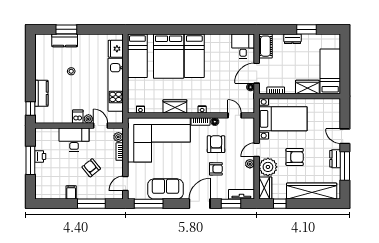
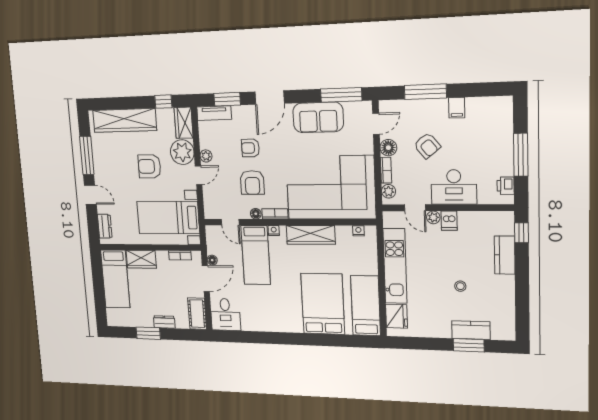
bed: (194, 56) -> (256, 255), moved, turned 180
wardrobe: (175, 106) -> (311, 235), width x1.50
printer: (40, 156) -> (506, 186), moved
dresser: (335, 159) -> (105, 226), moved
floor lamp: (117, 167) -> (388, 148), added

